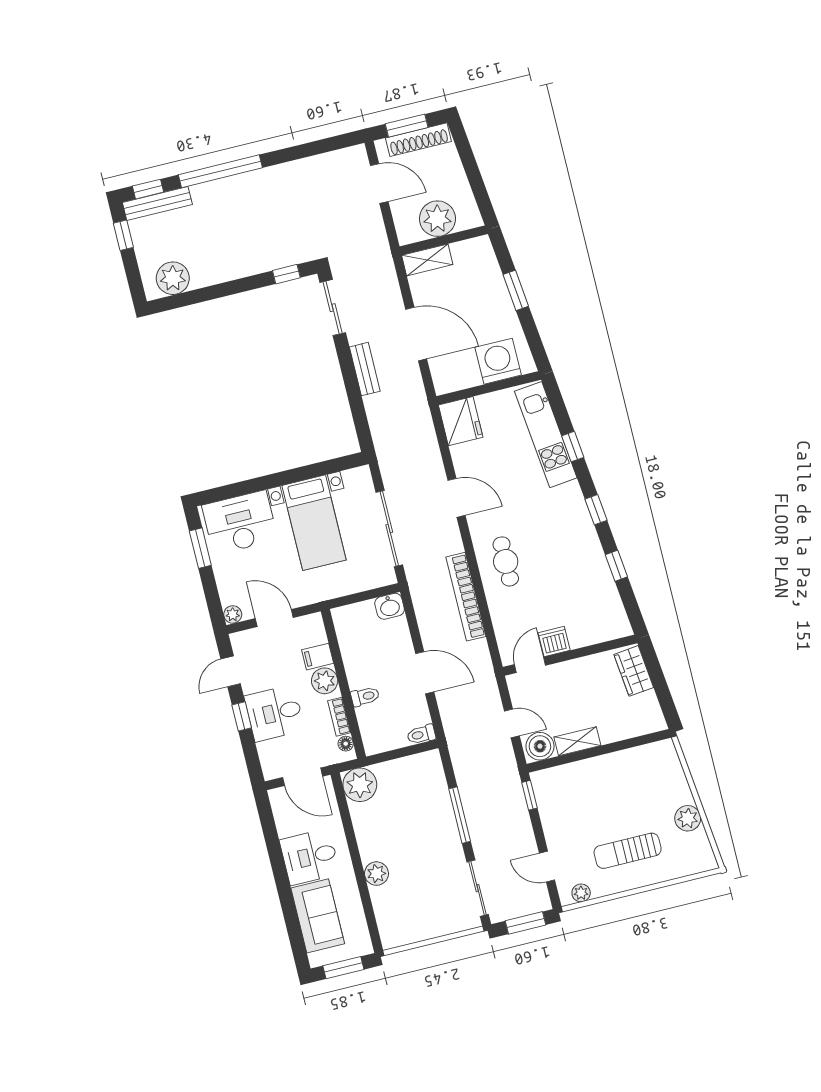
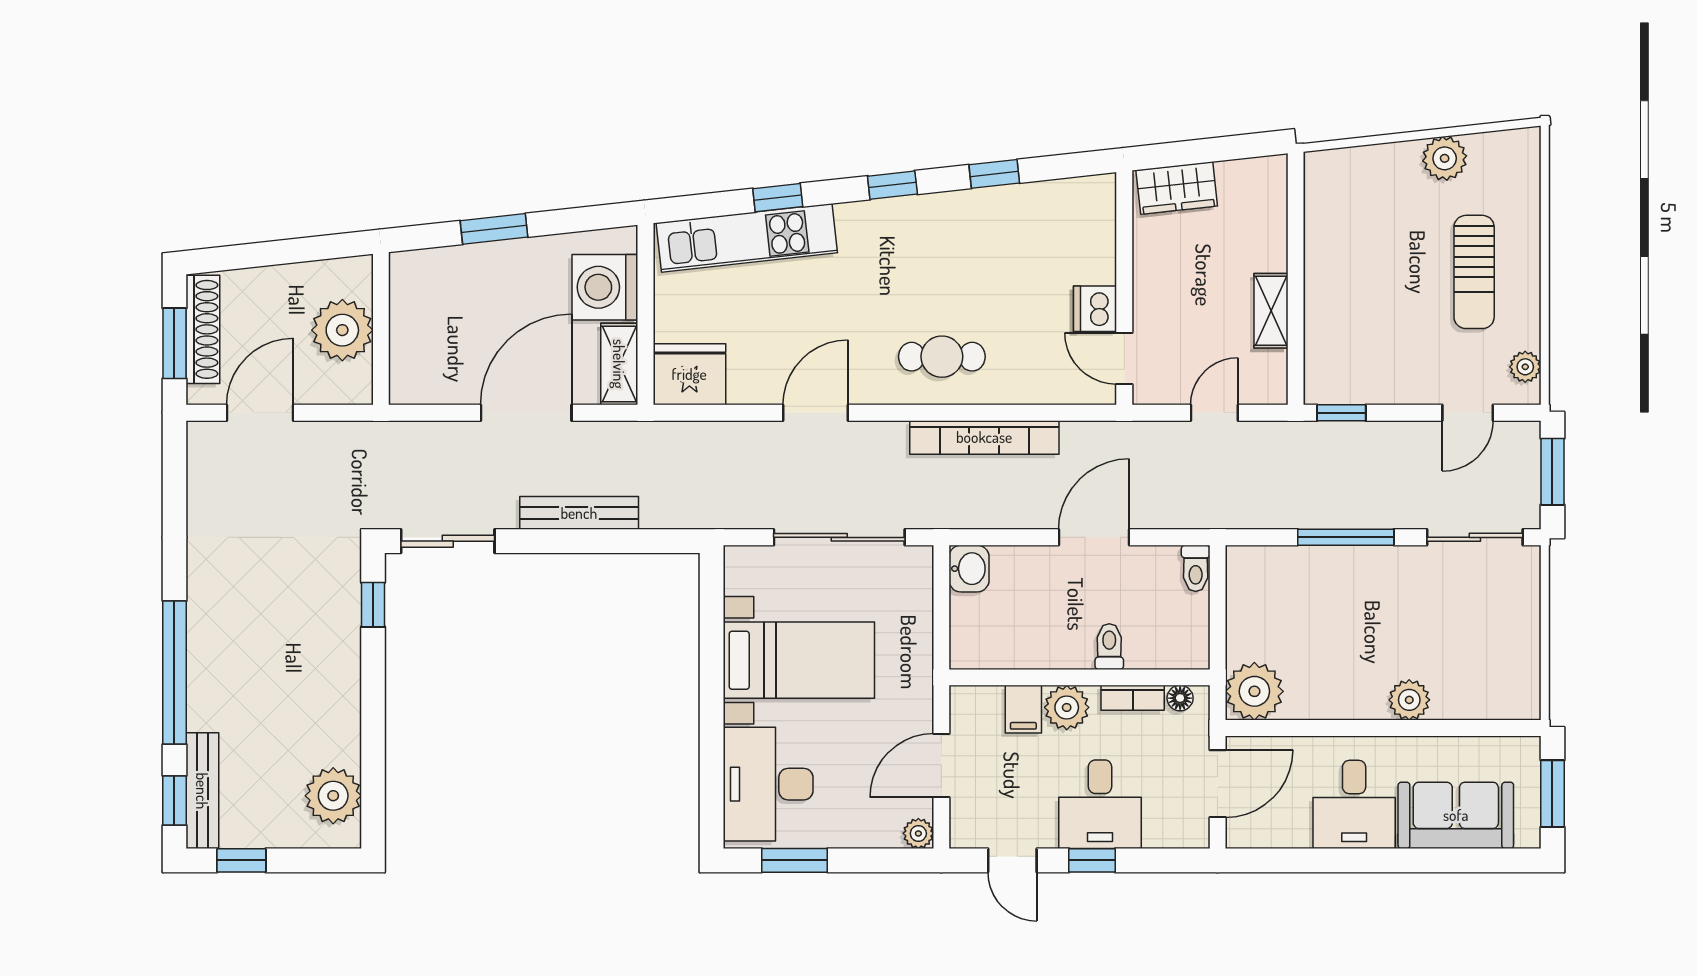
shelving: (427, 260) -> (619, 364), moved
bench: (365, 369) -> (579, 513), width x1.36
boiler: (540, 746) -> (1264, 375), removed

